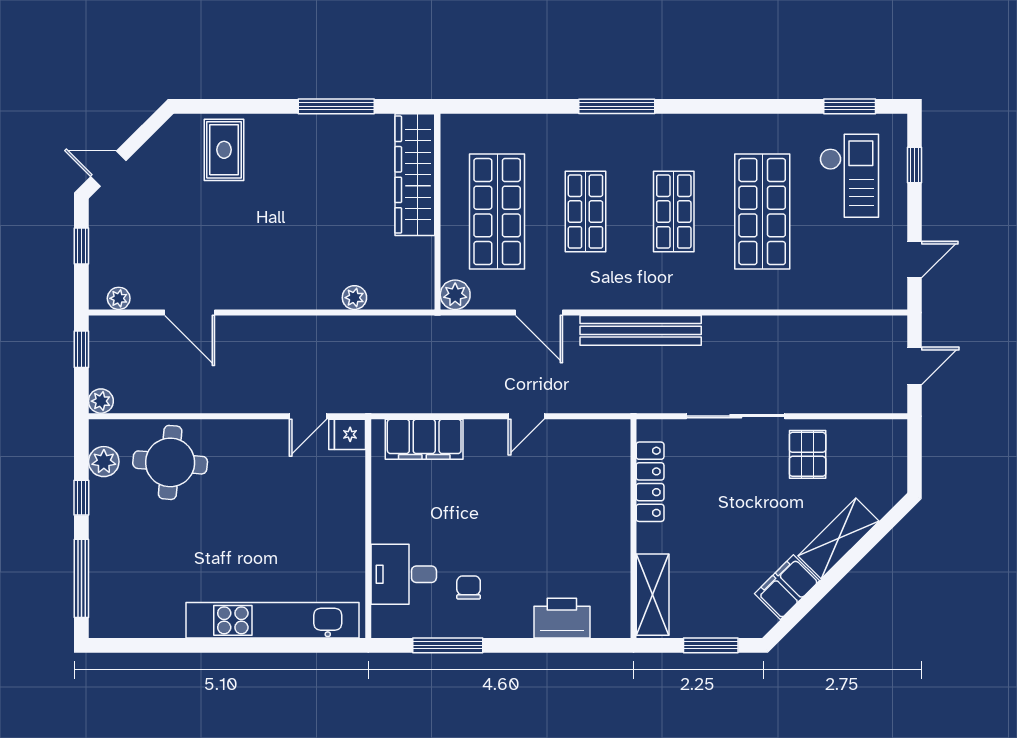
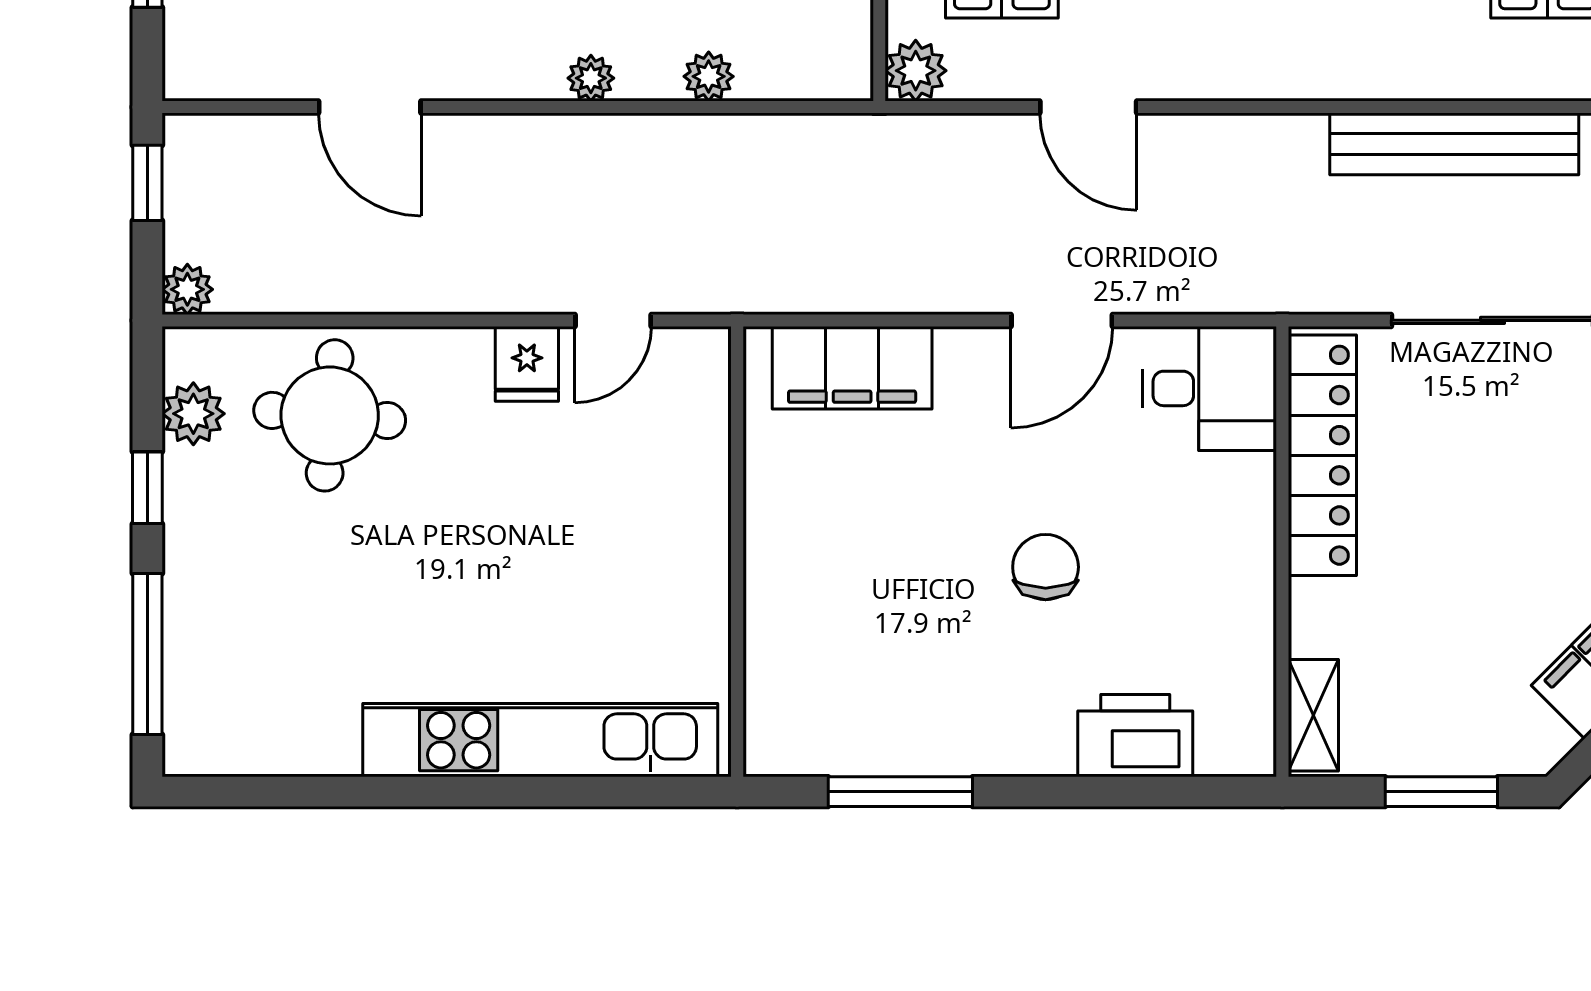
plant: (119, 298) -> (591, 78), moved
bench: (641, 330) -> (1454, 144), moved
door: (526, 416) -> (1062, 320), width x1.38
fridge: (347, 434) -> (527, 364), moved, turned -90
locker: (650, 482) -> (1322, 455), width x1.41, depth x1.21
desk: (404, 574) -> (1209, 388), moved, turned 180
chair: (469, 588) -> (1046, 567), moved, width x1.37, depth x1.37
shelving: (653, 595) -> (1313, 715), width x0.67, depth x0.75

